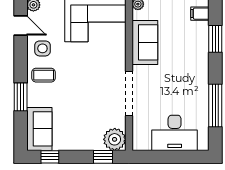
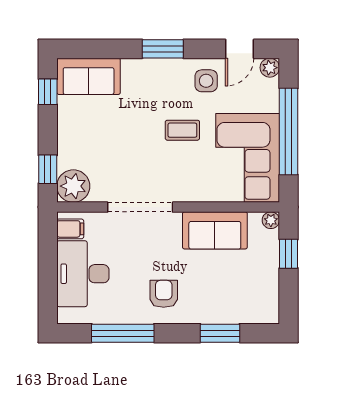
filing cabinet: (200, 14) -> (70, 229), moved, turned 90
coffee table: (44, 75) -> (182, 130), moved, turned 90
armchair: (188, 77) -> (164, 294), added
window: (21, 97) -> (163, 49), moved

